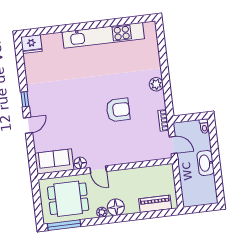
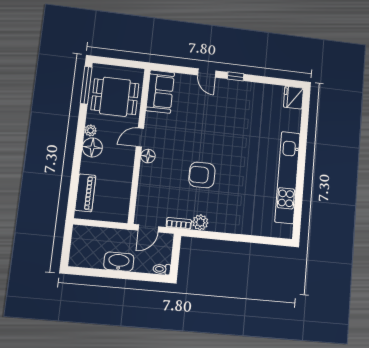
plant: (156, 84) -> (200, 222), moved
armchair: (118, 110) -> (202, 175), turned 90
floor lamp: (80, 163) -> (148, 156), moved
dining table: (68, 199) -> (115, 97), turned 90

